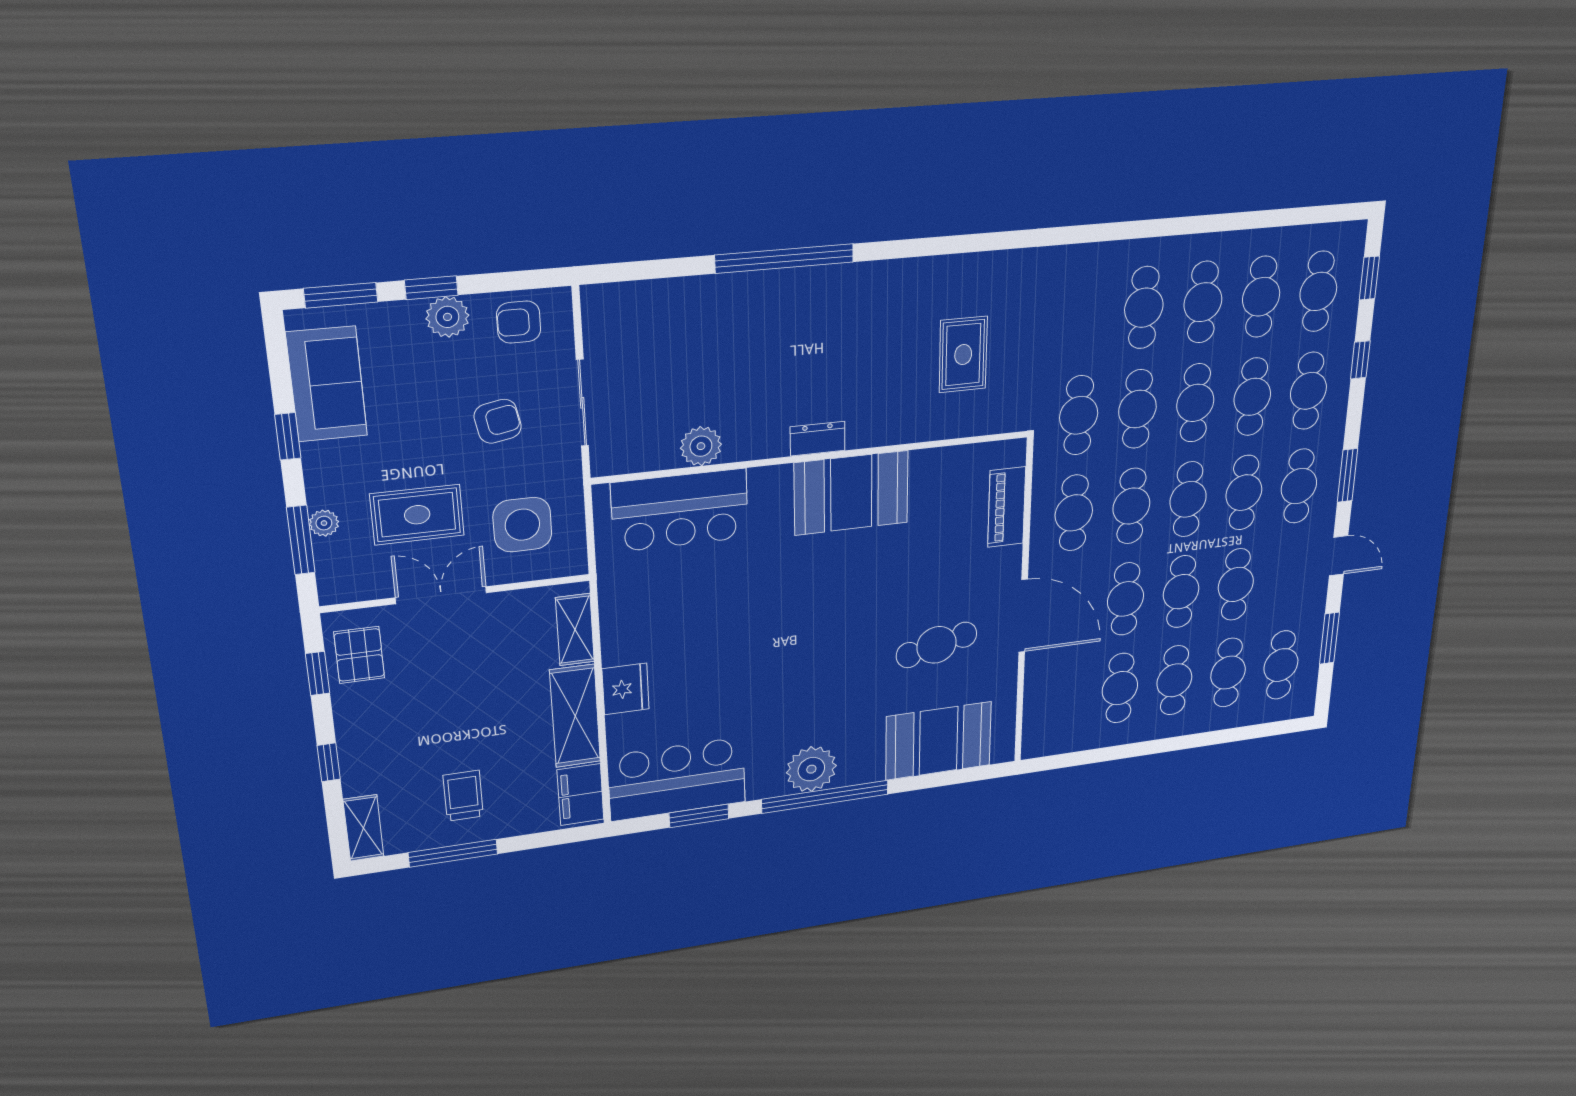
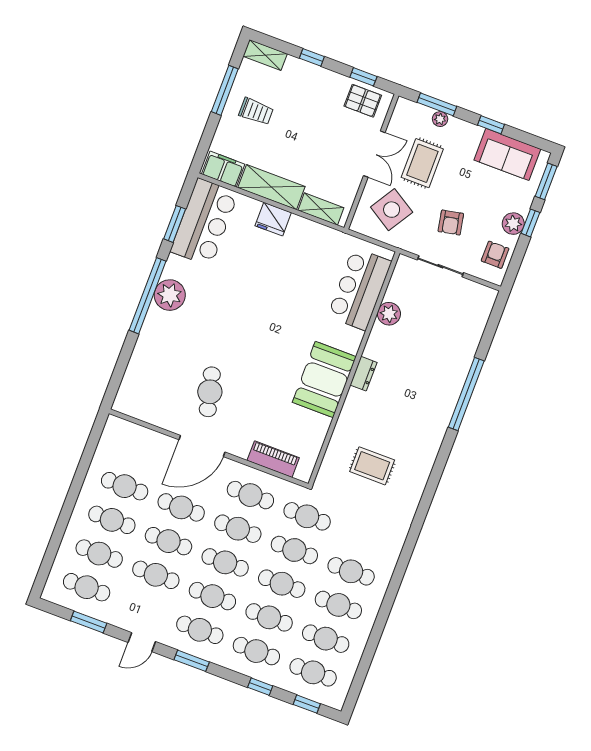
side table: (522, 525) -> (392, 210), turned 32
booth: (939, 741) -> (148, 371), removed

